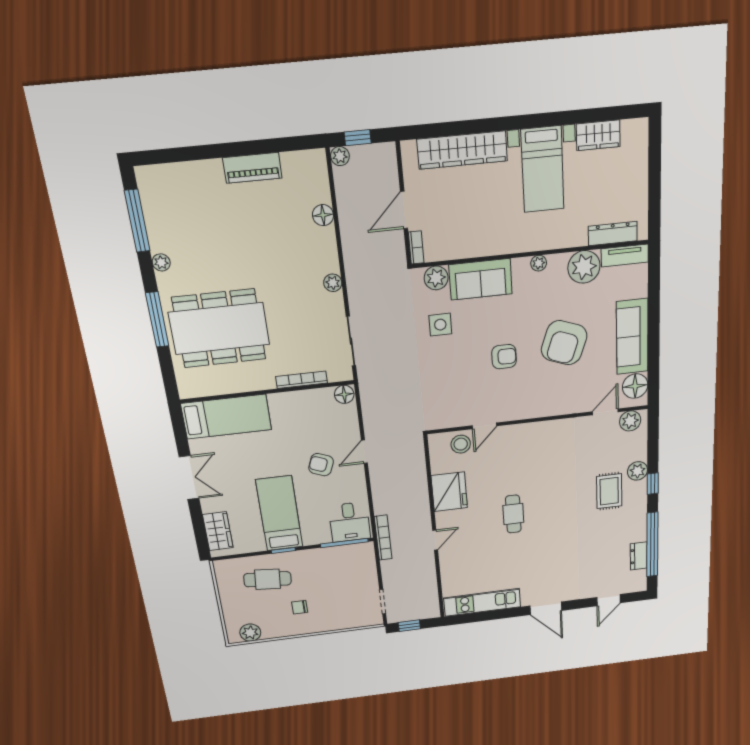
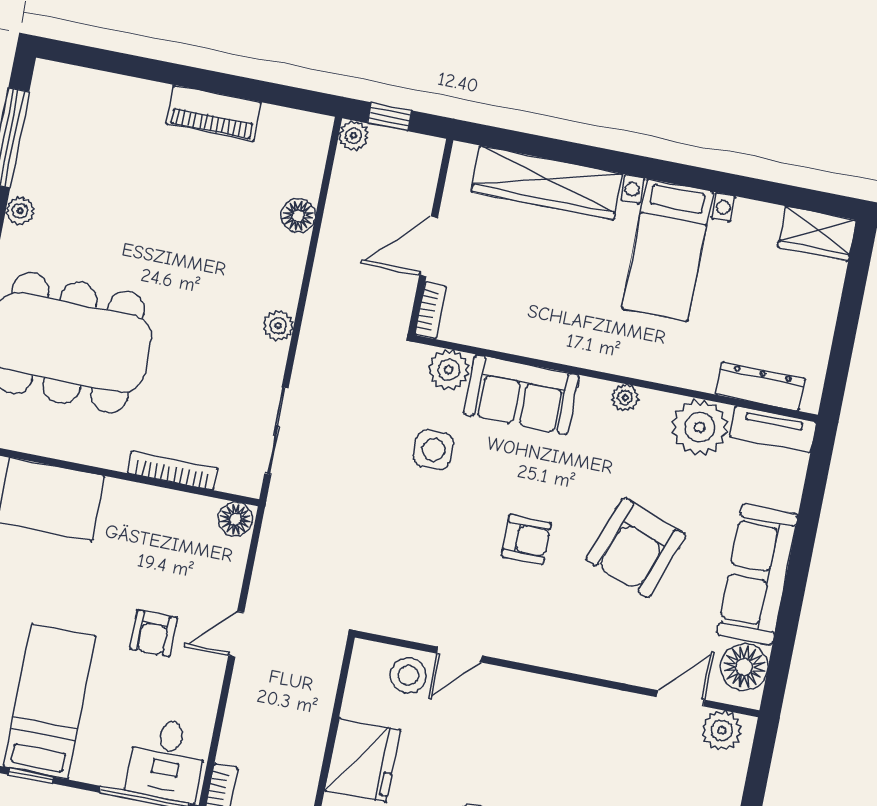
wardrobe: (598, 135) -> (817, 234), moved
armchair: (321, 465) -> (154, 633), turned -111

